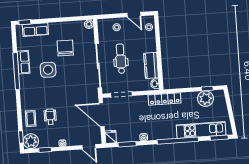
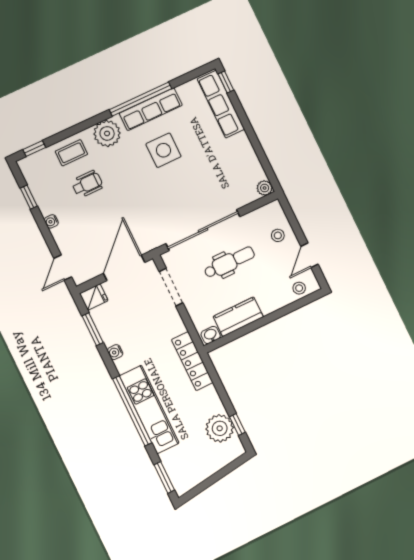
row of seats: (35, 30) -> (221, 104), width x1.48
chair: (65, 48) -> (210, 165), removed
row of seats: (23, 62) -> (151, 109), width x1.48
kitchen unit: (201, 130) -> (149, 409), moved
plant: (31, 141) -> (107, 133), moved

